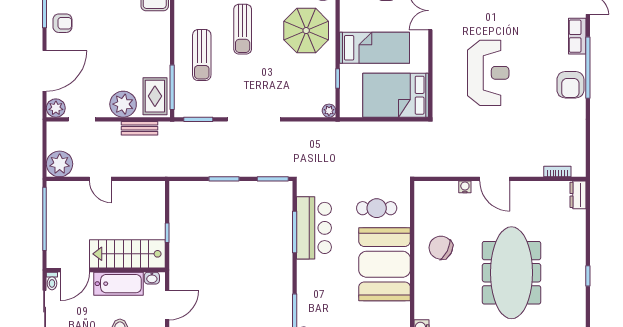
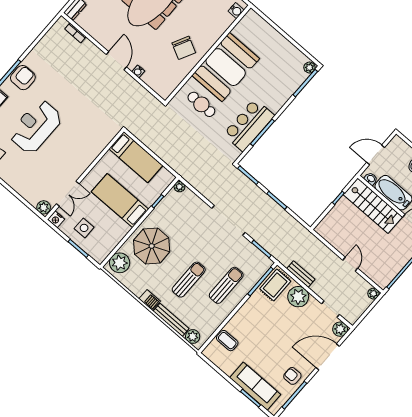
reception desk: (488, 73) -> (36, 127), moved
bed: (396, 95) -> (136, 157), width x0.67
plant: (60, 164) -> (373, 294), width x0.53, depth x0.53

